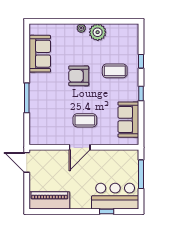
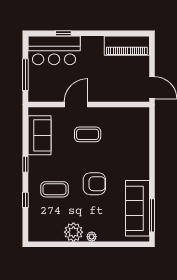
sofa: (40, 54) -> (138, 208), width x1.36
window: (27, 98) -> (152, 215), moved
door: (80, 147) -> (76, 104), moved

